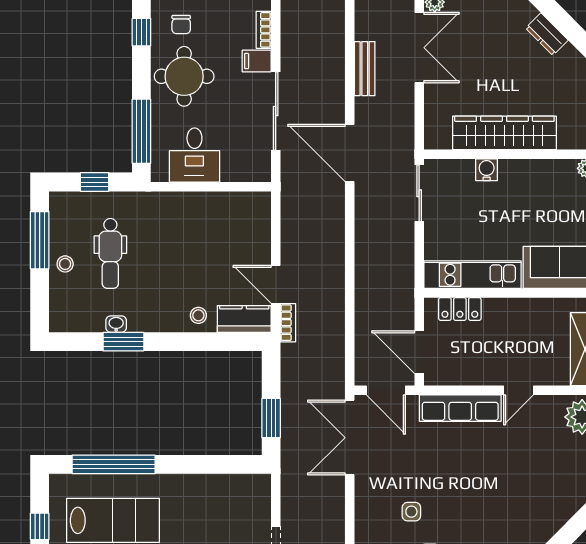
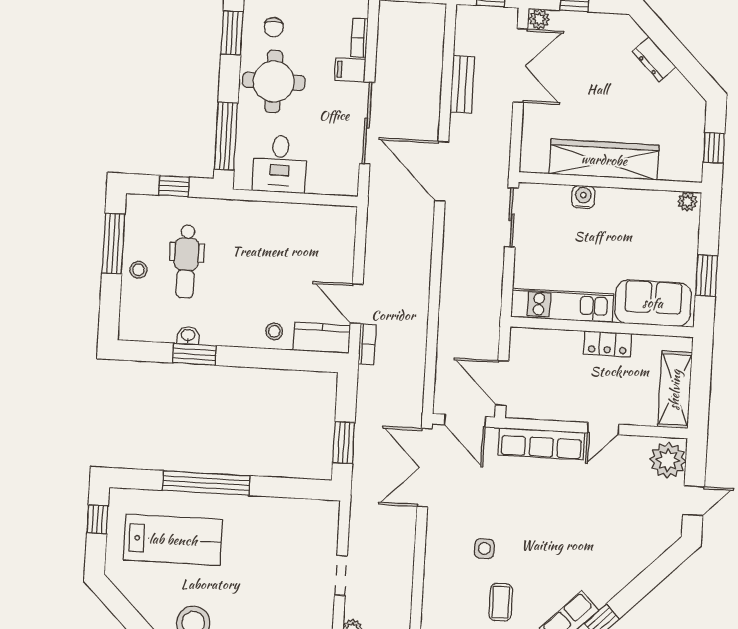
window: (141, 32) -> (232, 33), width x1.50
locker: (460, 309) -> (607, 344), moved
window: (114, 464) -> (206, 483), moved
window: (40, 526) -> (97, 519), moved

